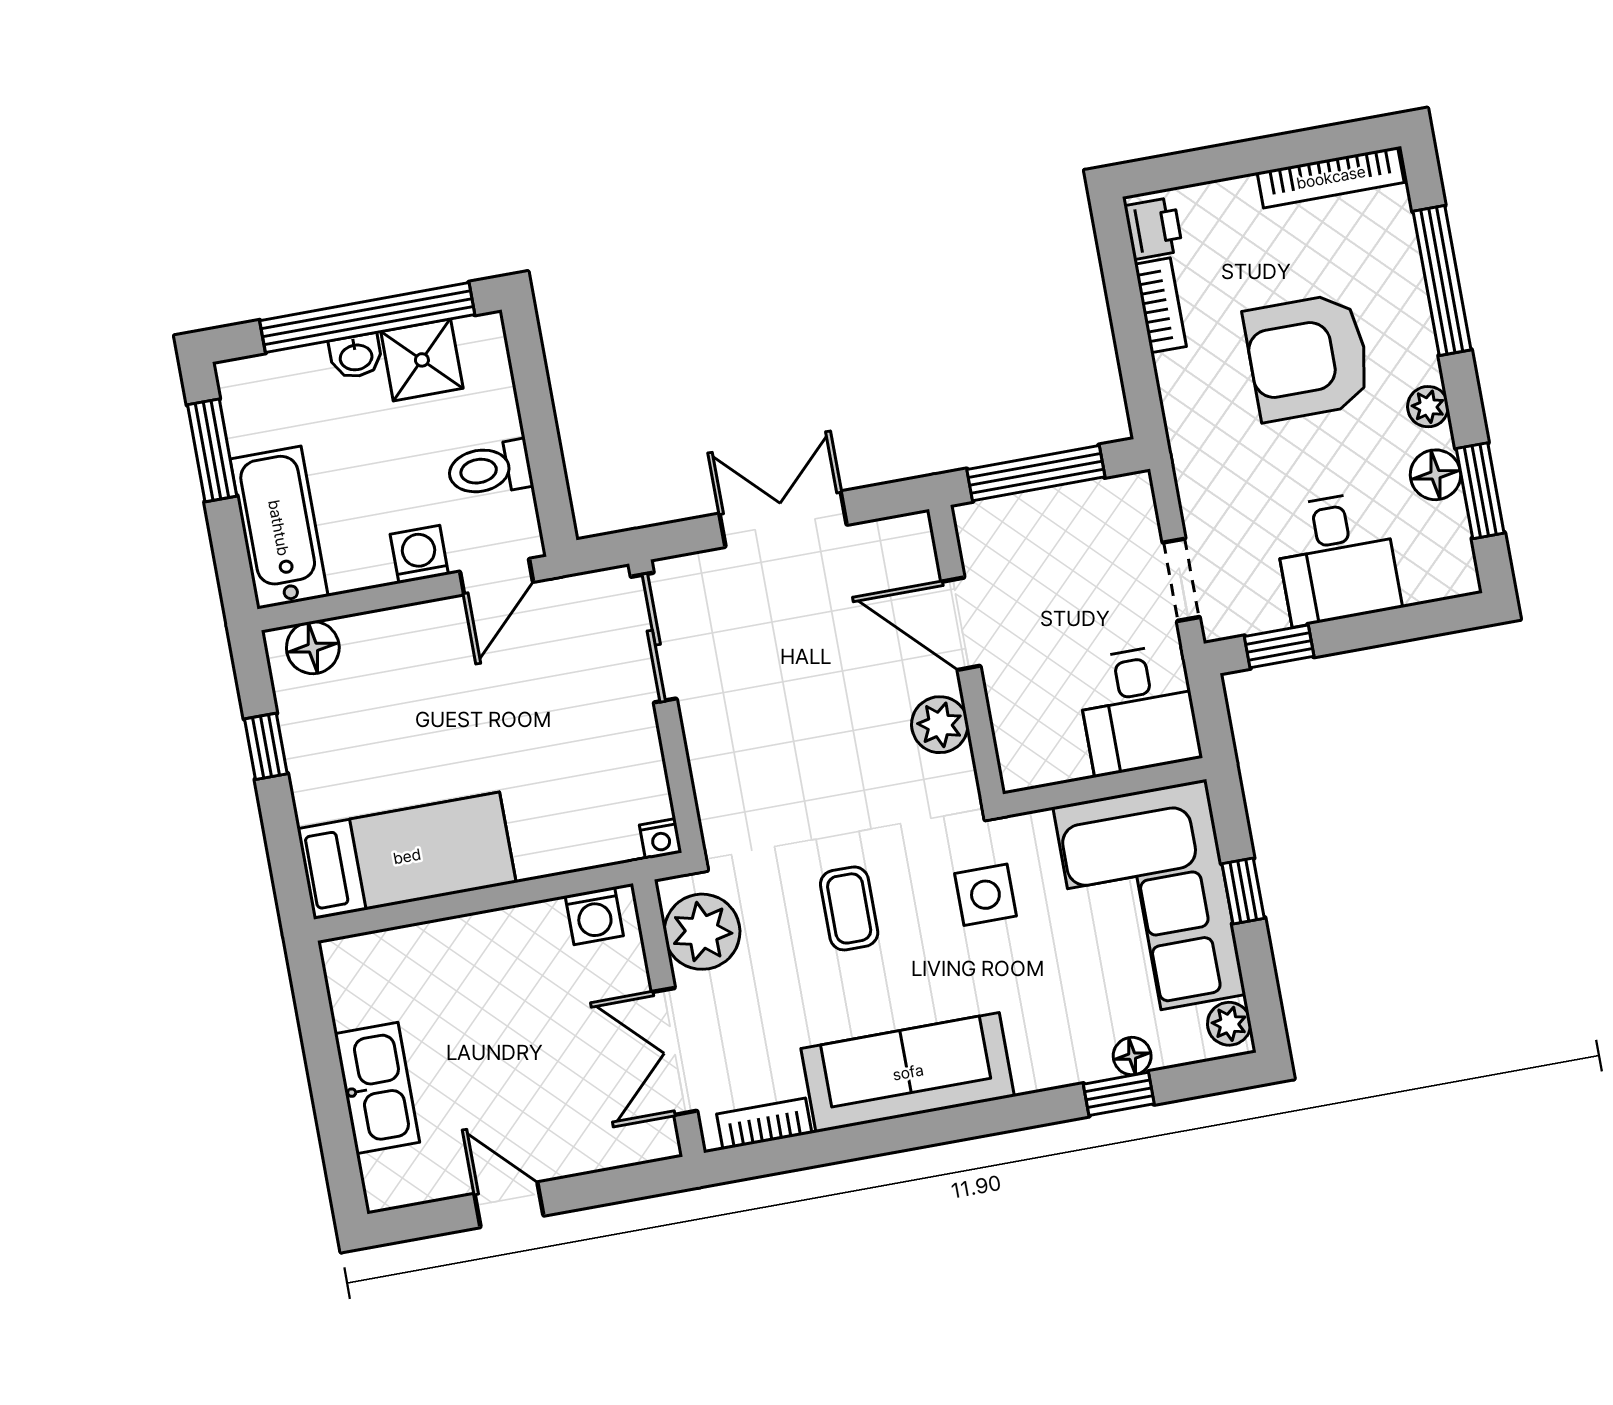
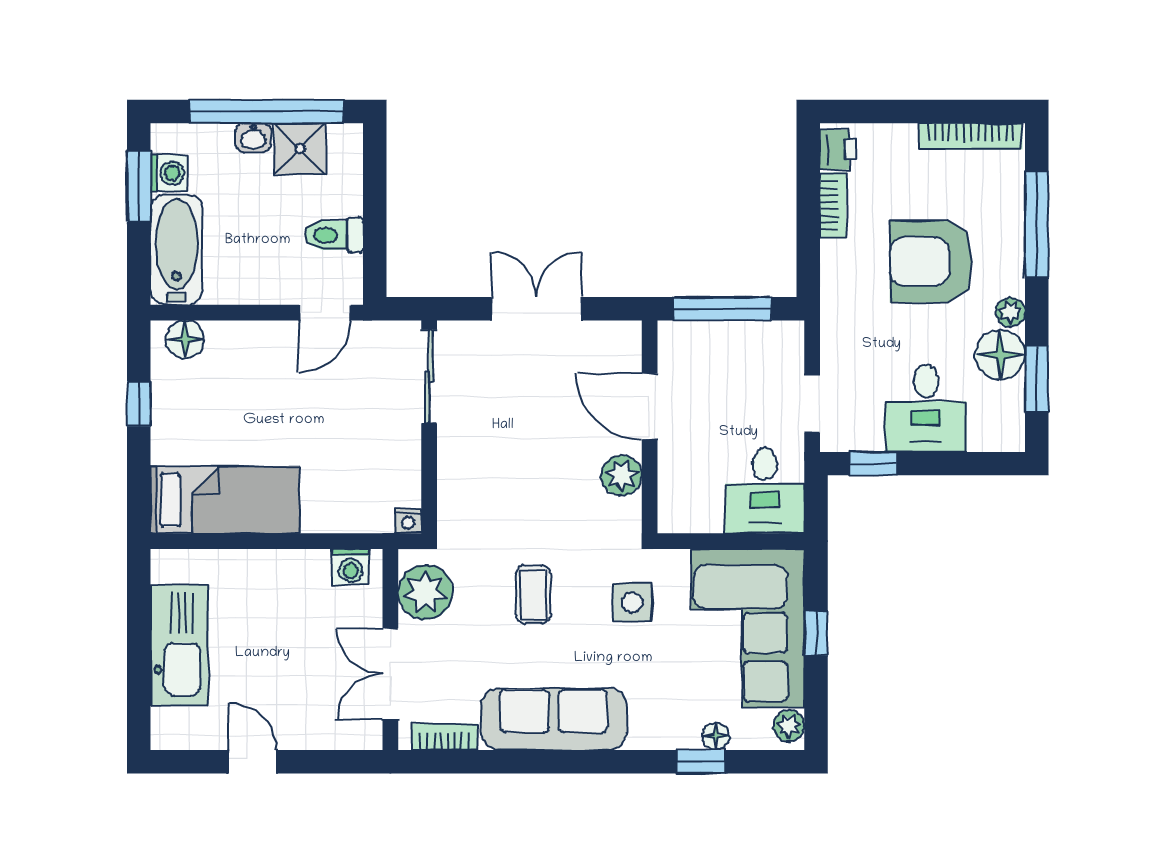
floor lamp: (1435, 475) -> (1000, 355), width x1.38, depth x1.38
washing machine: (419, 554) -> (169, 173), moved, turned 90
kitchen sink: (377, 1088) -> (179, 645), width x1.36, depth x1.24

